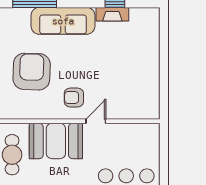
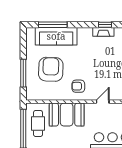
sofa: (63, 21) -> (56, 36), moved
door: (96, 121) -> (103, 102), moved

